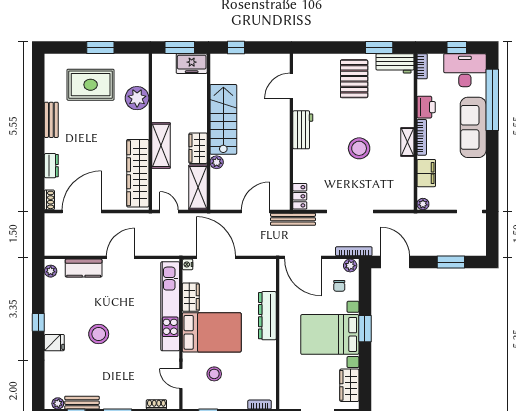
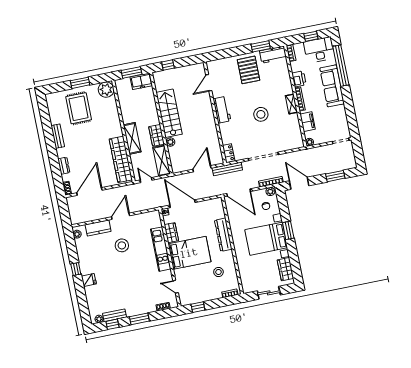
rug: (91, 85) -> (79, 108), turned 90
plant: (137, 98) -> (106, 90), moved
kitchen unit: (170, 306) -> (161, 249), width x0.73
stool: (99, 334) -> (122, 245), moved
stool: (214, 374) -> (218, 272), moved

